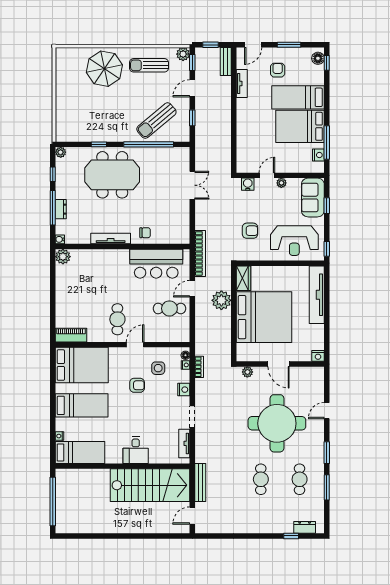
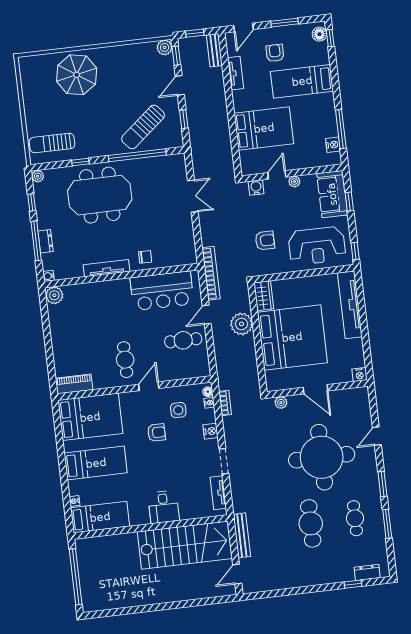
sun lounger: (149, 65) -> (52, 143), moved
bed: (300, 126) -> (264, 128), moved, turned 180
cafe table: (261, 479) -> (311, 523), width x1.37, depth x1.35

